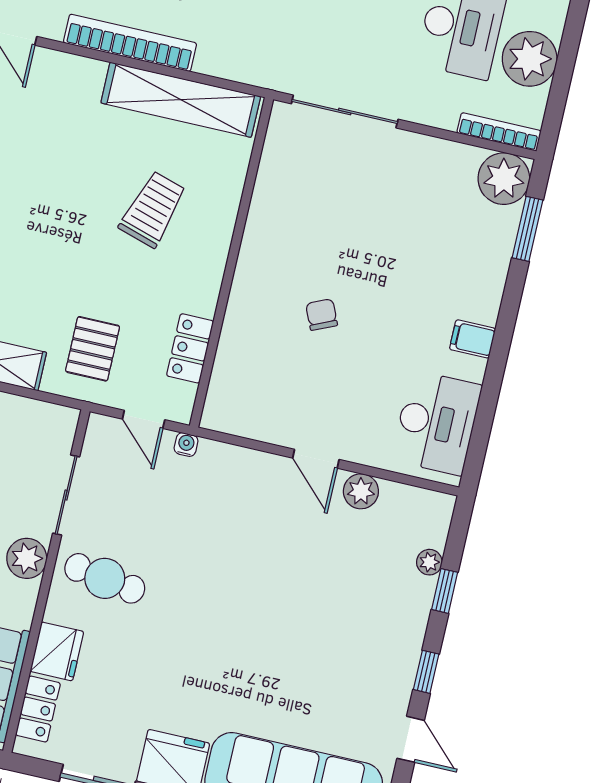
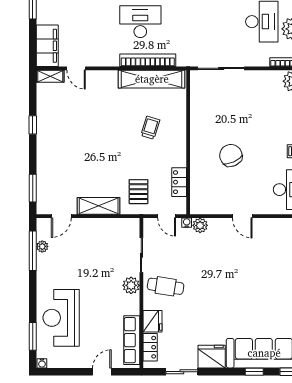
bookcase: (130, 43) -> (148, 60), moved
trolley: (153, 209) -> (150, 128), width x0.73, depth x0.72
chair: (322, 315) -> (231, 155), width x1.87, depth x1.87
plant: (361, 491) -> (200, 225), moved

